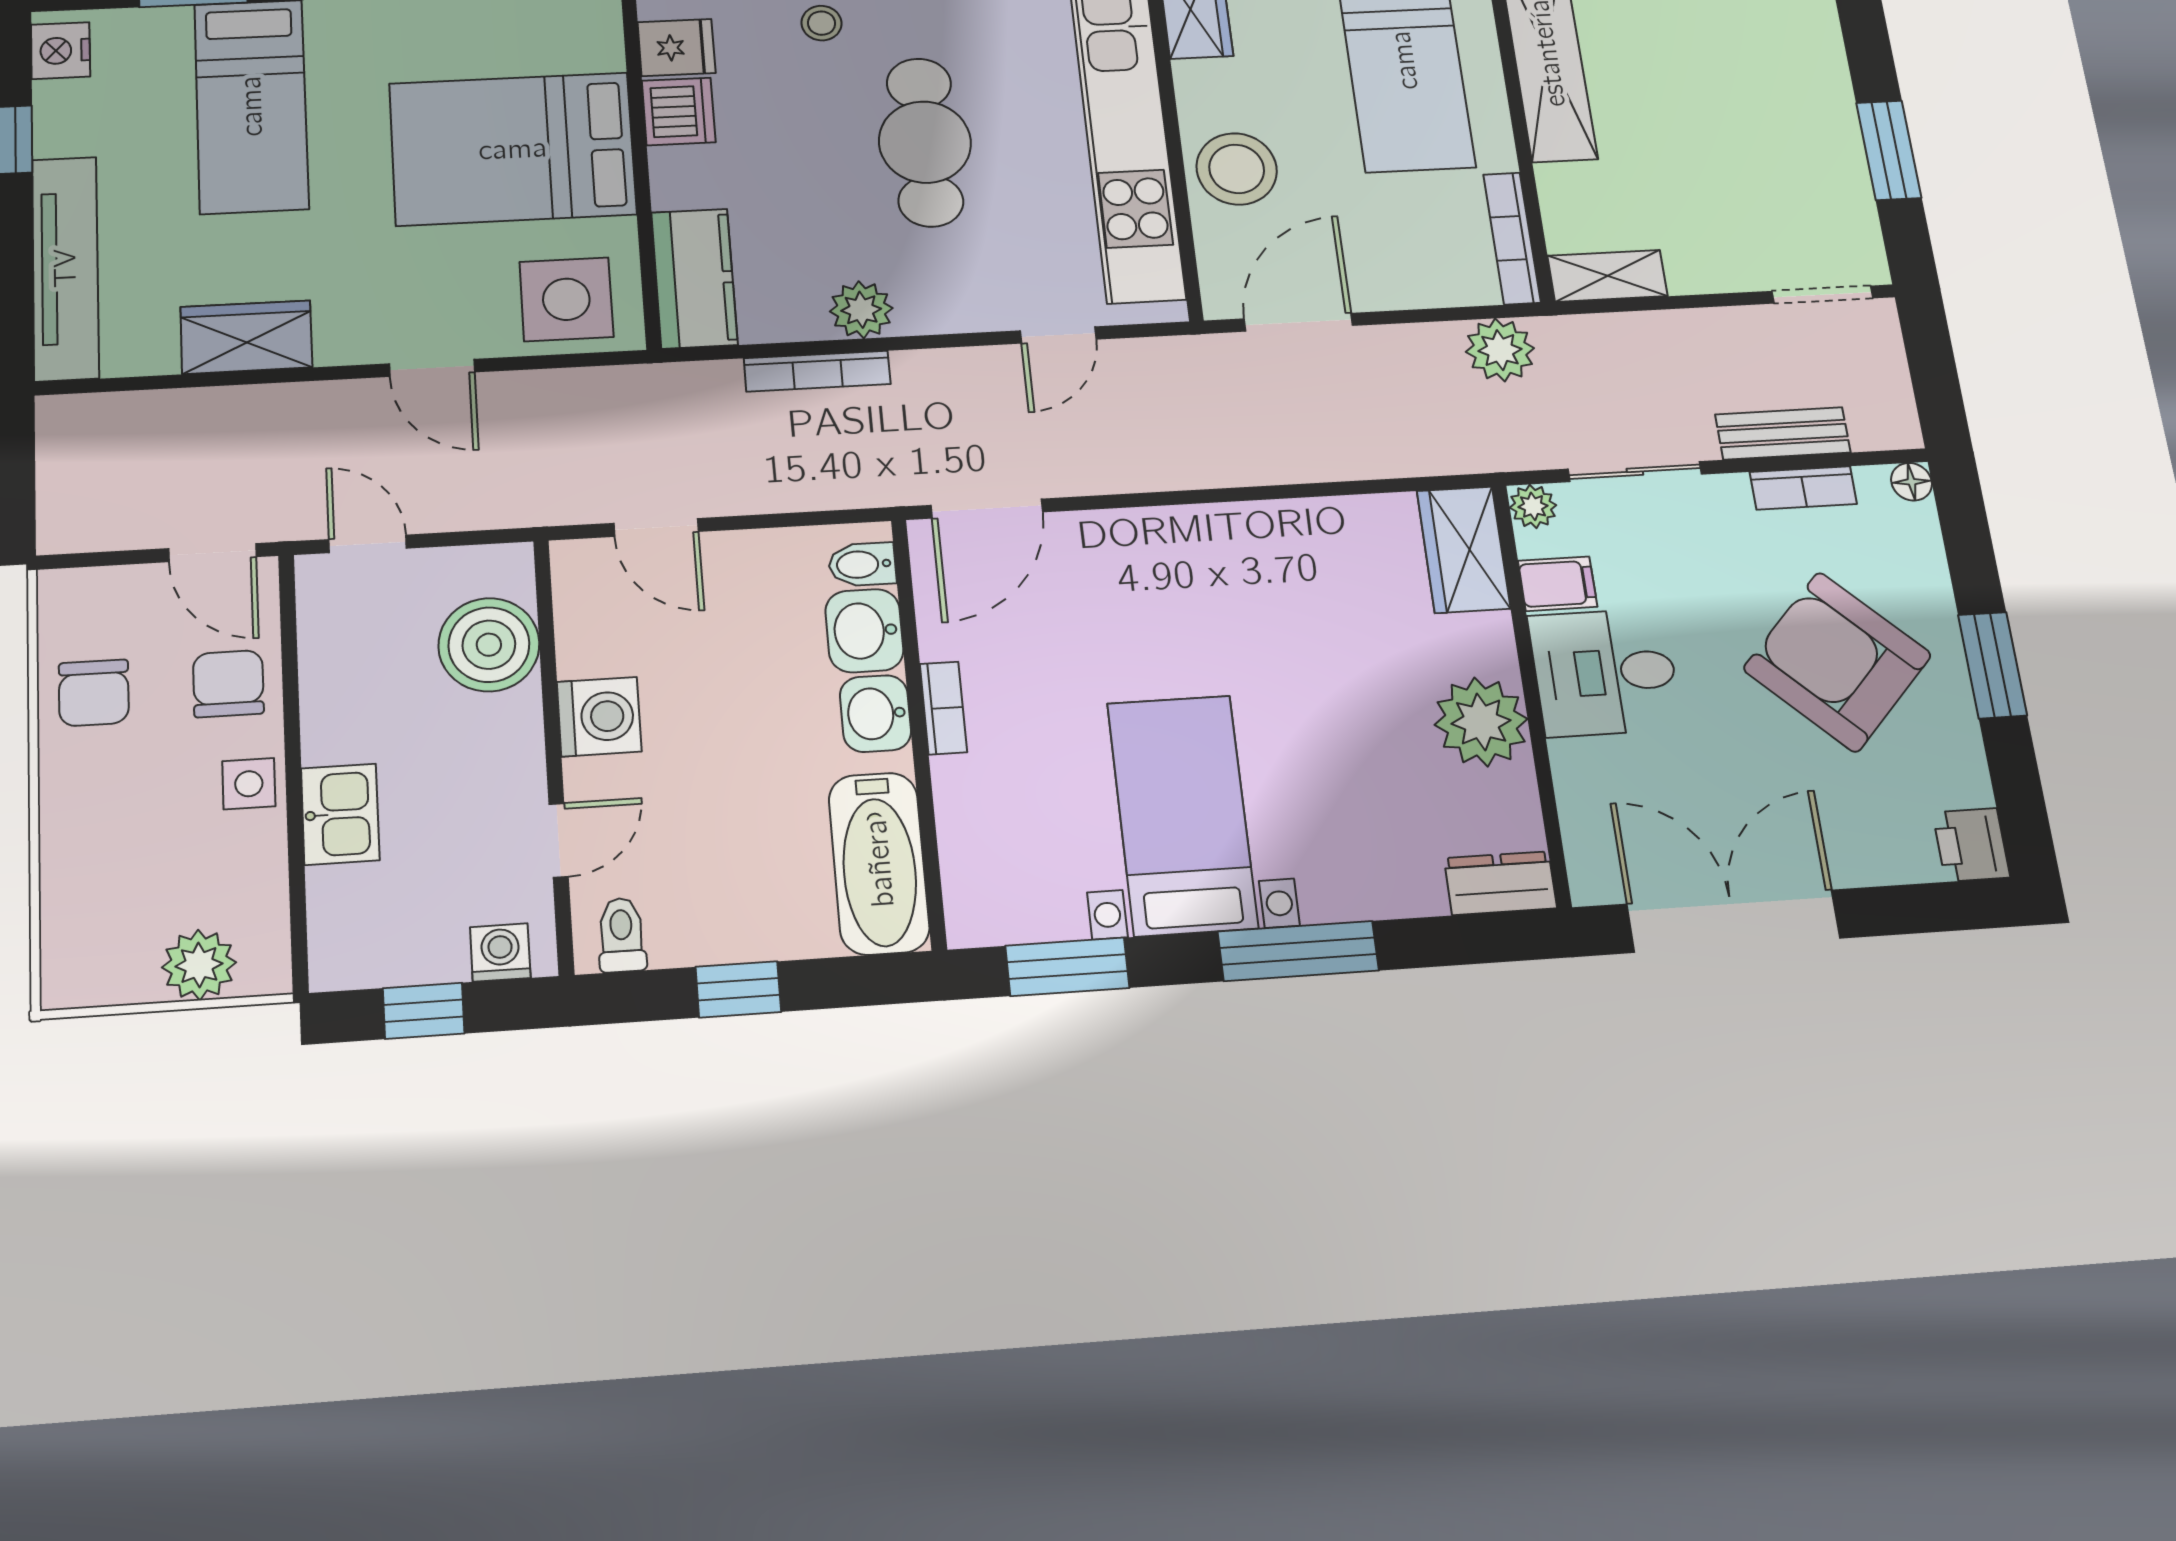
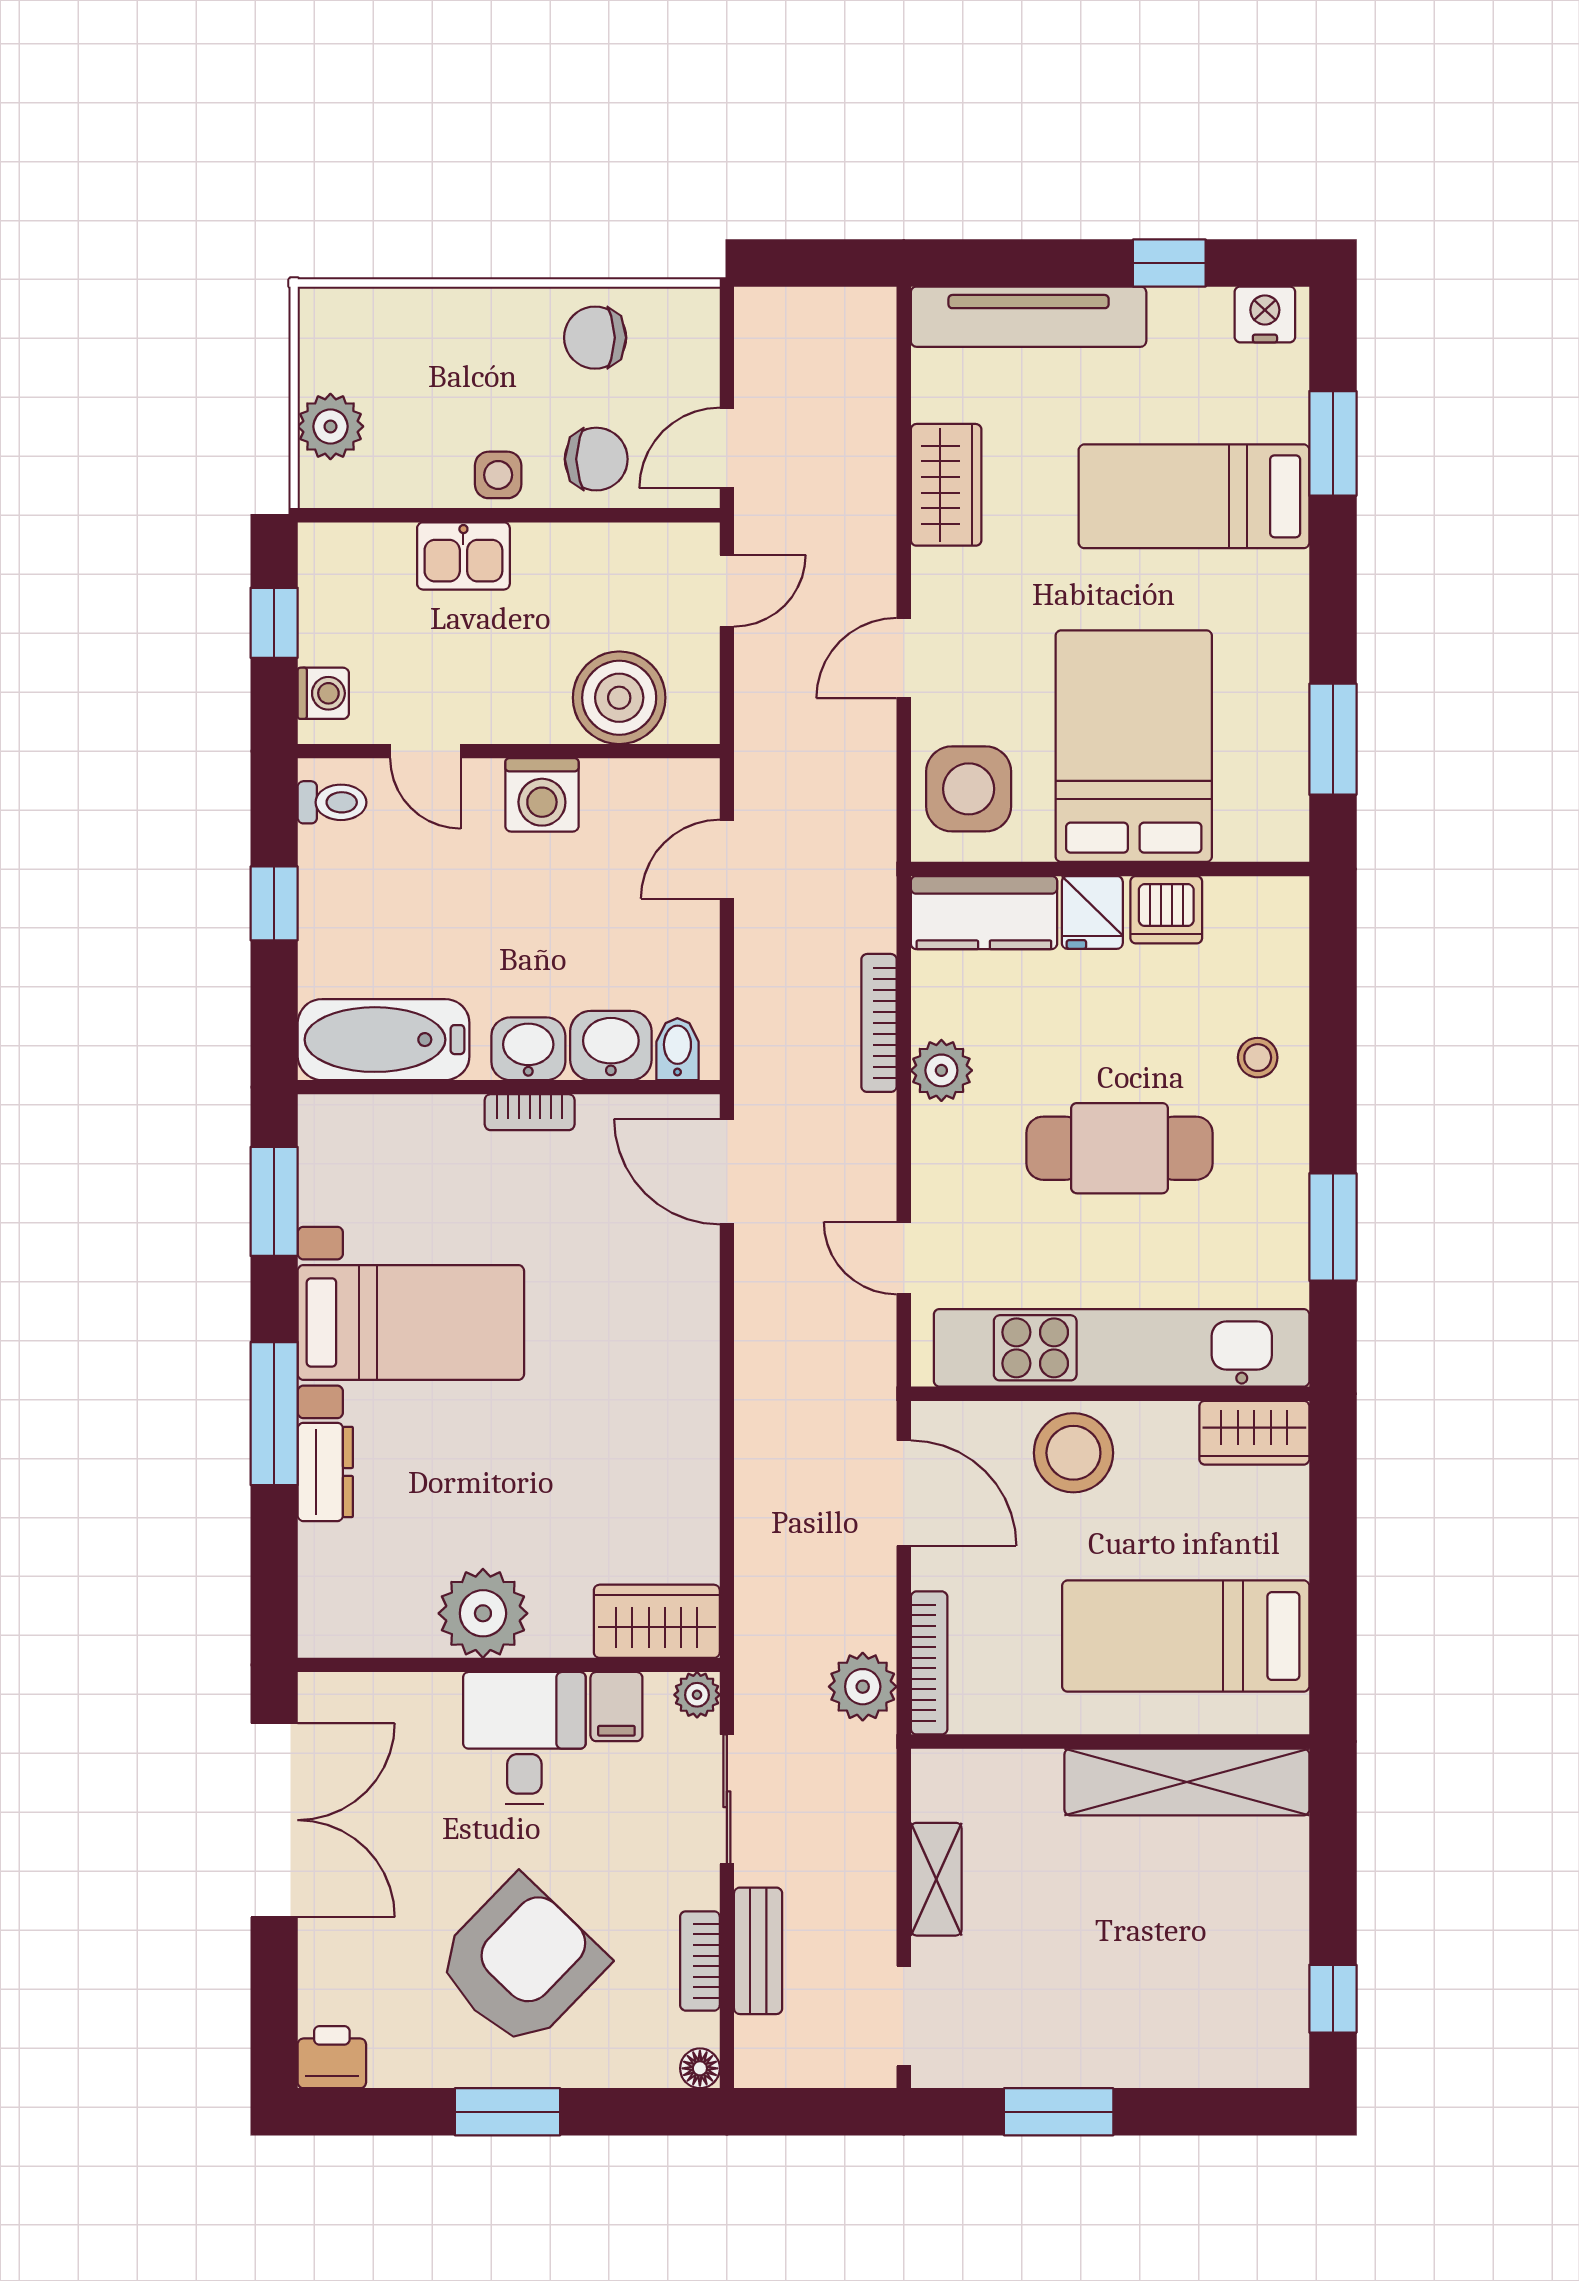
fridge: (677, 48) -> (1092, 912), moved
bookcase: (1512, 238) -> (929, 1663), moved, turned 90
shelving: (1608, 276) -> (936, 1879), moved
dresser: (1500, 883) -> (325, 1472), moved

